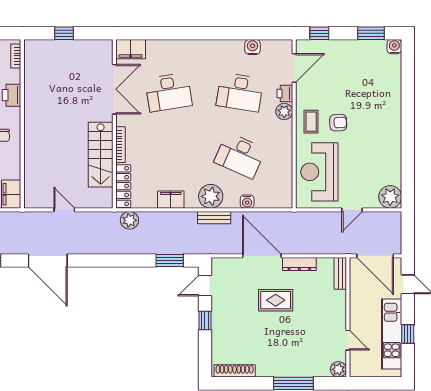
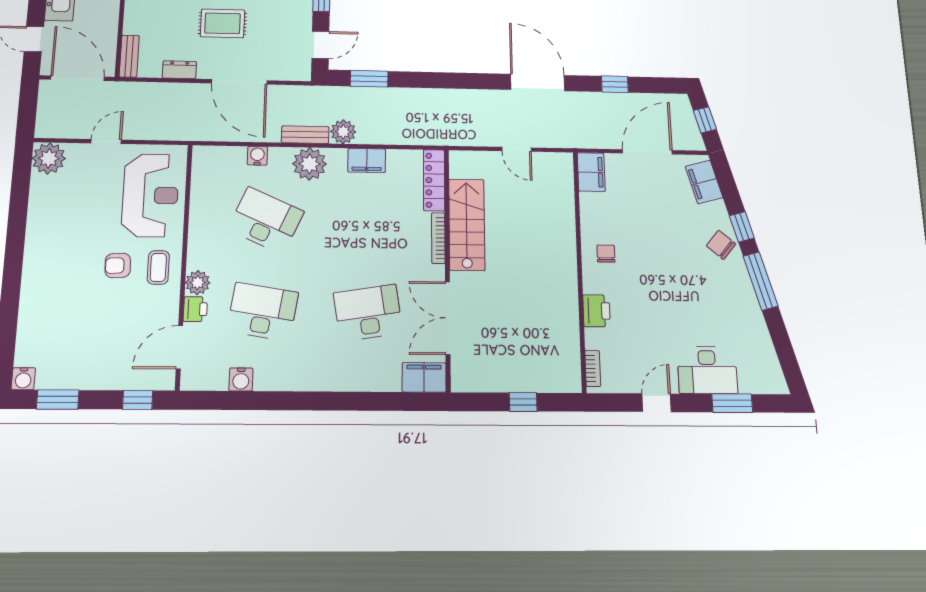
plant: (129, 220) -> (343, 132), moved
dresser: (299, 264) -> (179, 70), width x0.70

